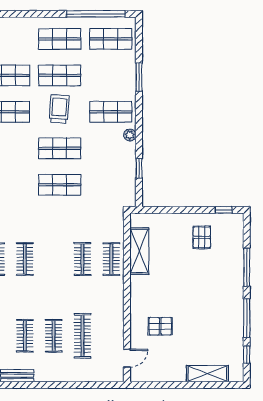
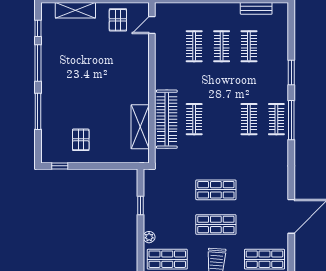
clothes rail: (111, 259) -> (167, 119), width x1.86, depth x1.31
pallet: (160, 326) -> (118, 20), moved, turned 90
clothes rail: (82, 336) -> (194, 46), width x0.73

